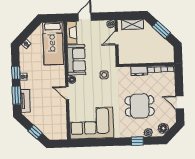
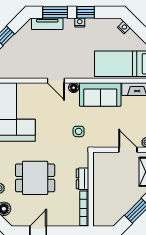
door: (67, 93) -> (56, 81), swing flipped
dining table: (140, 106) -> (35, 178), turned 90

